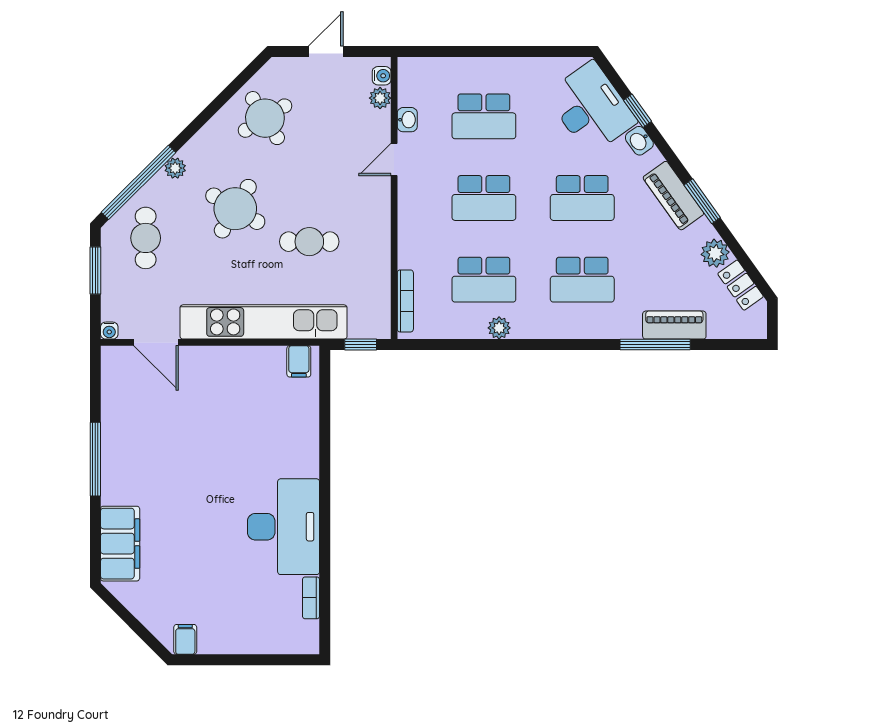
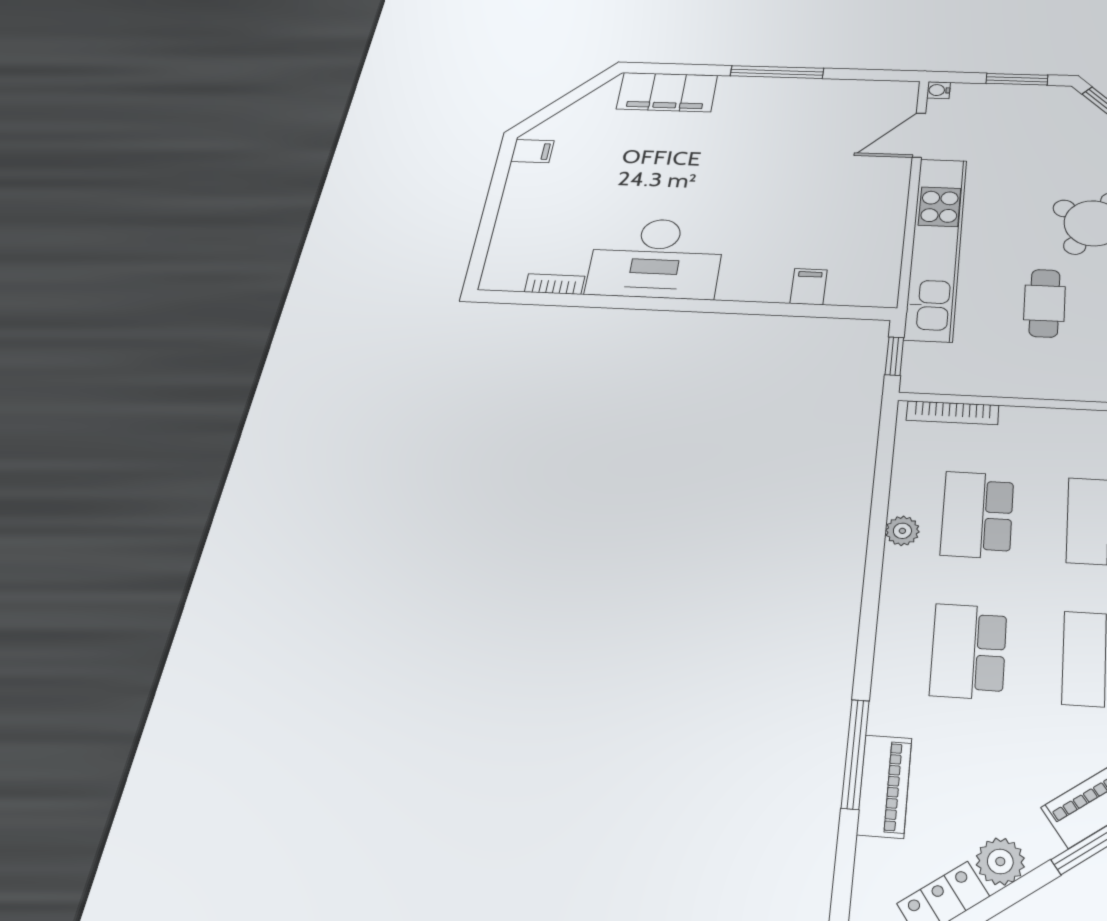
cafe table: (146, 238) -> (1057, 129), removed
filing cabinet: (299, 361) -> (809, 287), moved, turned 90

